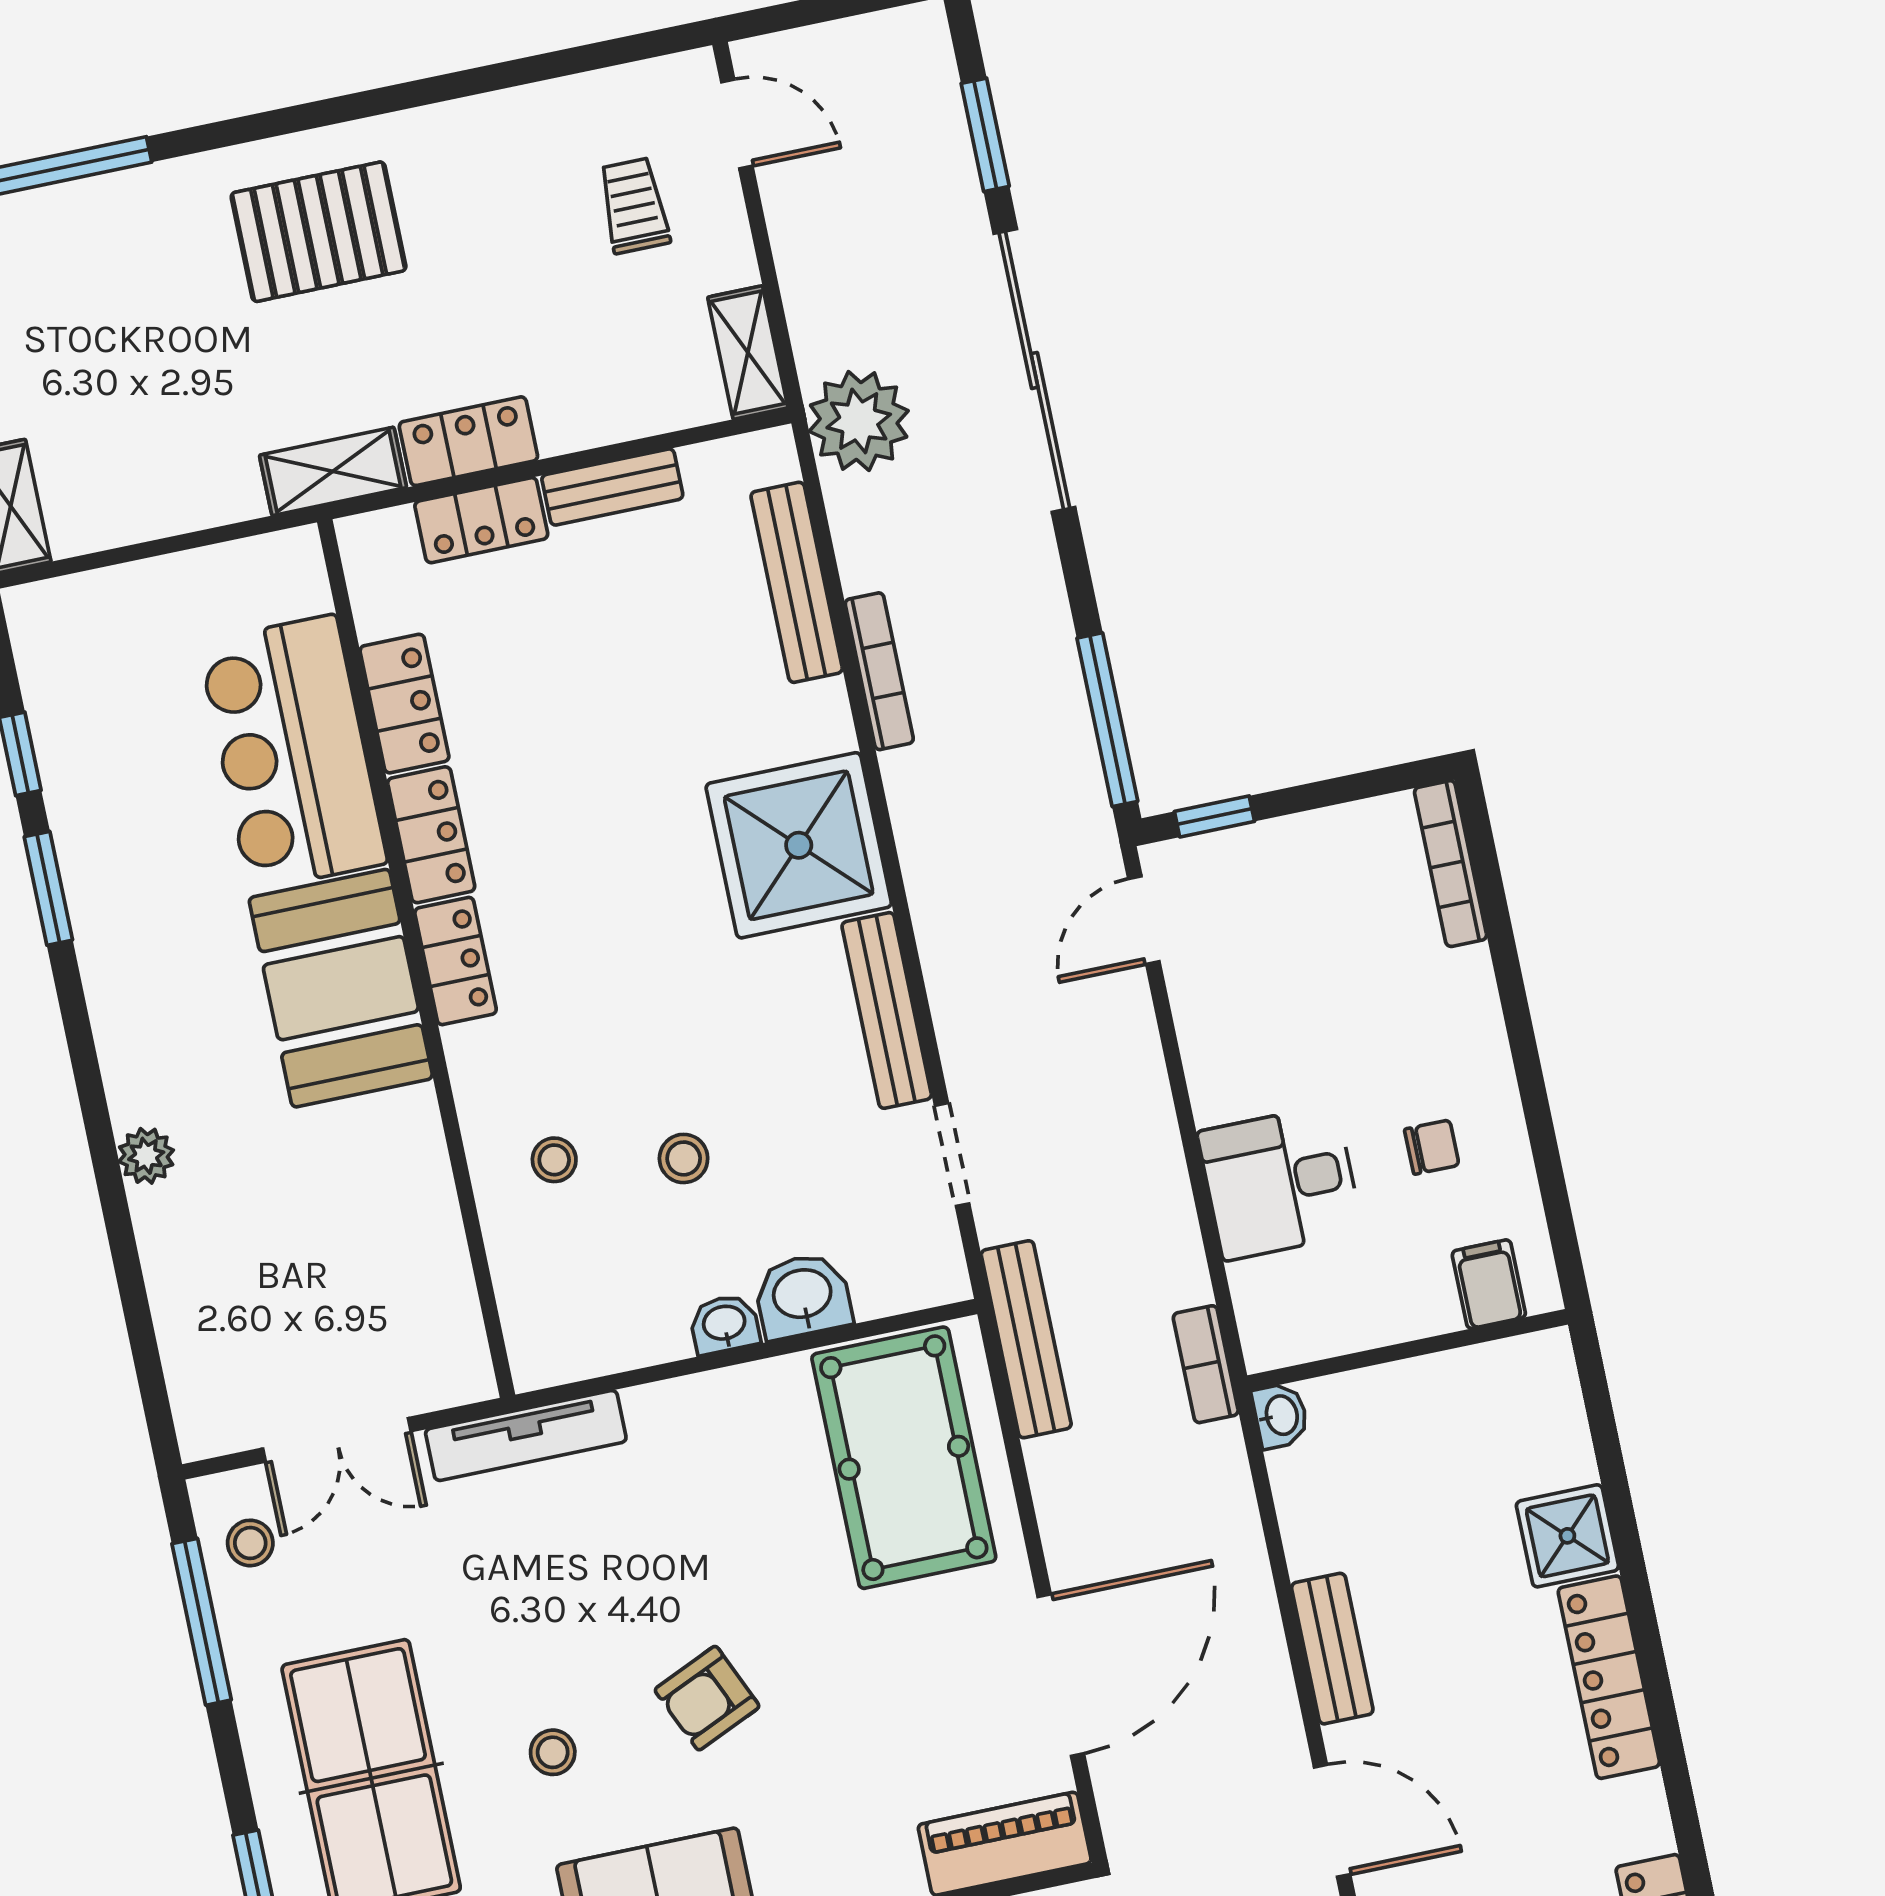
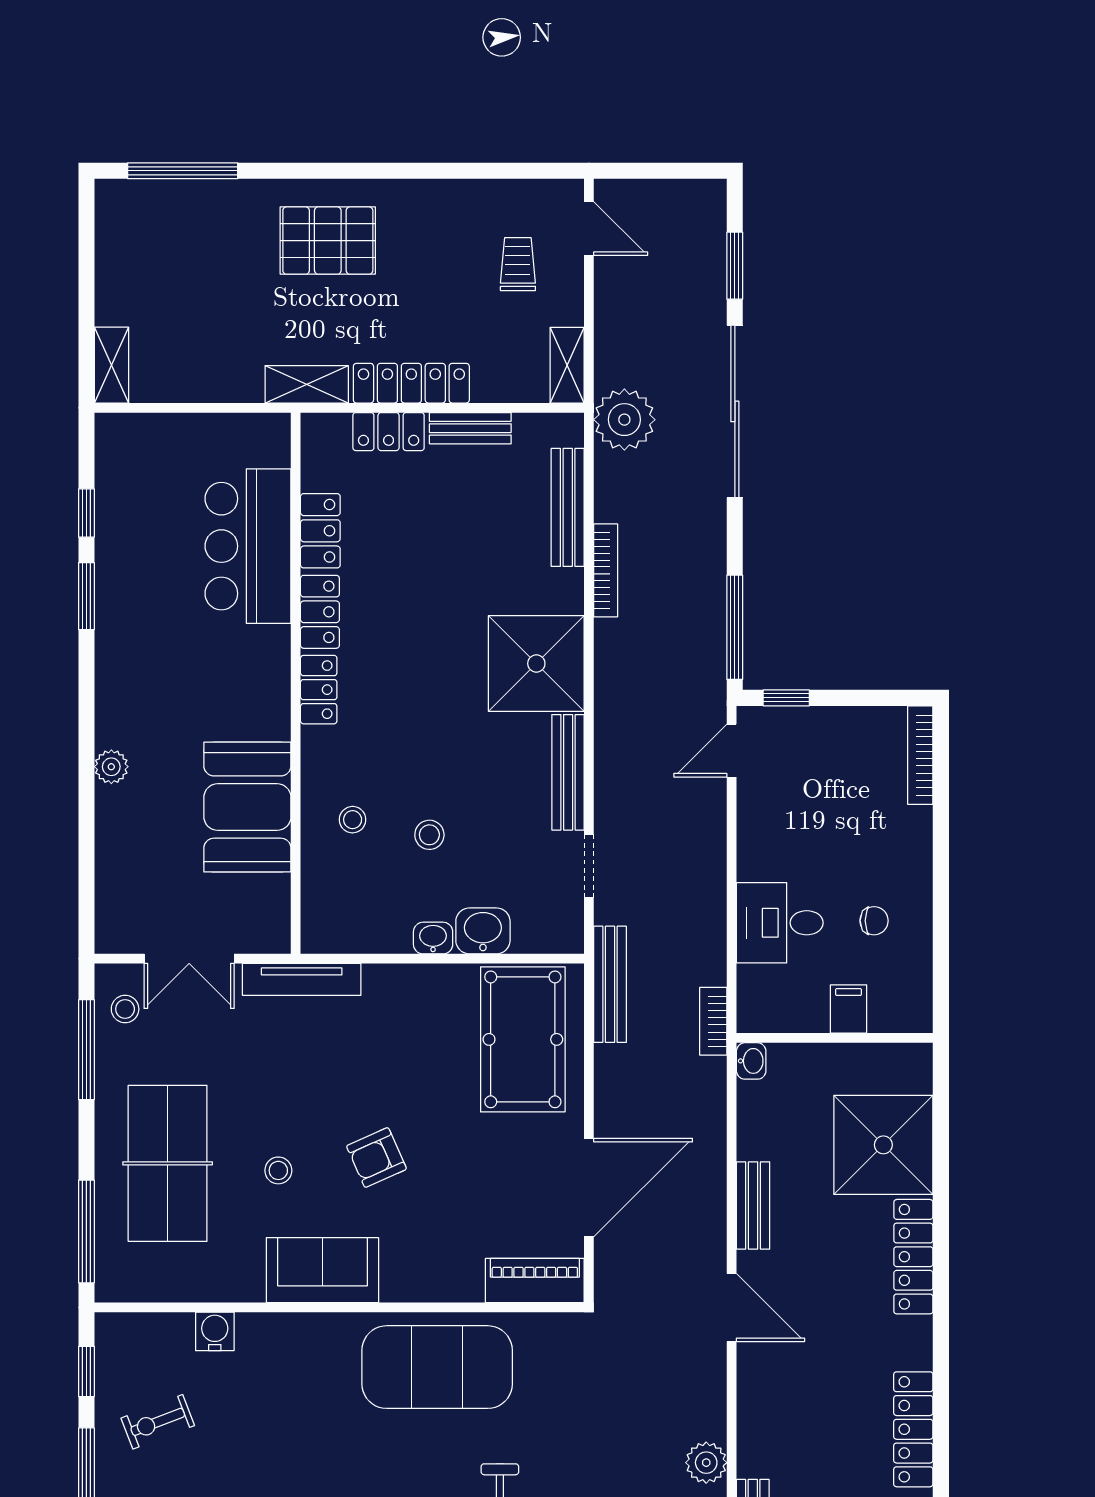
locker: (468, 441) -> (411, 383), width x1.53
booth: (341, 988) -> (247, 807), moved
filing cabinet: (1489, 1284) -> (849, 1009), moved
shower: (1567, 1536) -> (883, 1145), width x1.86, depth x1.86

